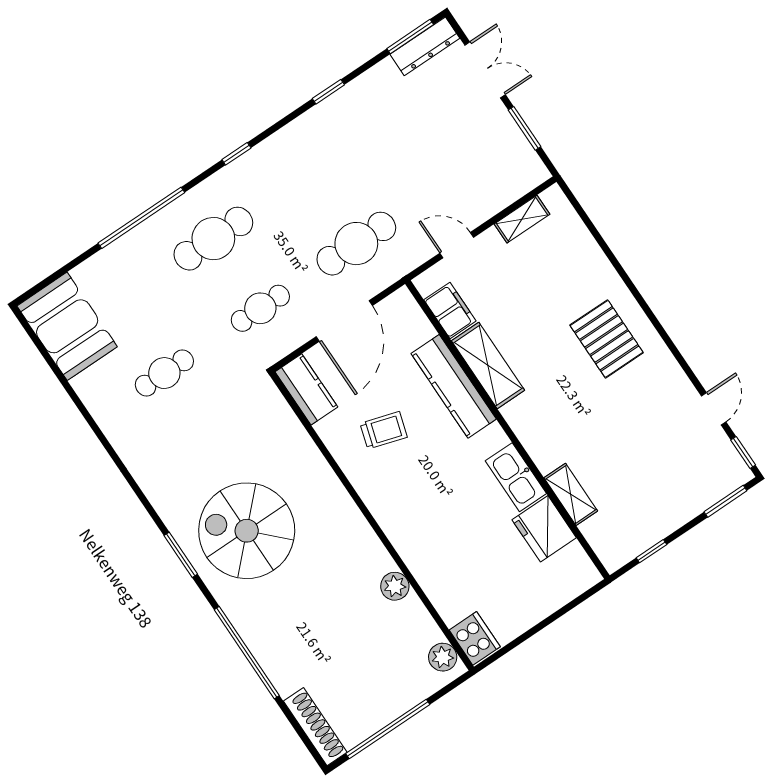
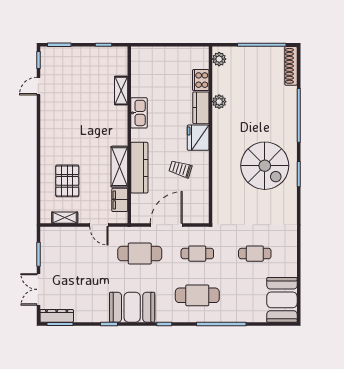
booth: (309, 145) -> (132, 307), added
pallet: (607, 339) -> (67, 181), moved
kitchen counter: (306, 389) -> (201, 108), moved
fridge: (544, 529) -> (198, 138), moved, turned 180
cooker: (475, 638) -> (201, 80), moved

